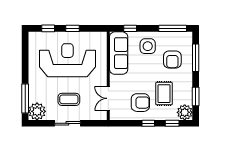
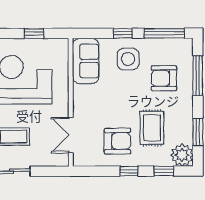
window: (72, 28) -> (34, 33), moved
window: (130, 28) -> (123, 33), moved
sofa: (119, 53) -> (86, 61), width x0.73
armchair: (172, 59) -> (164, 78), turned 90

